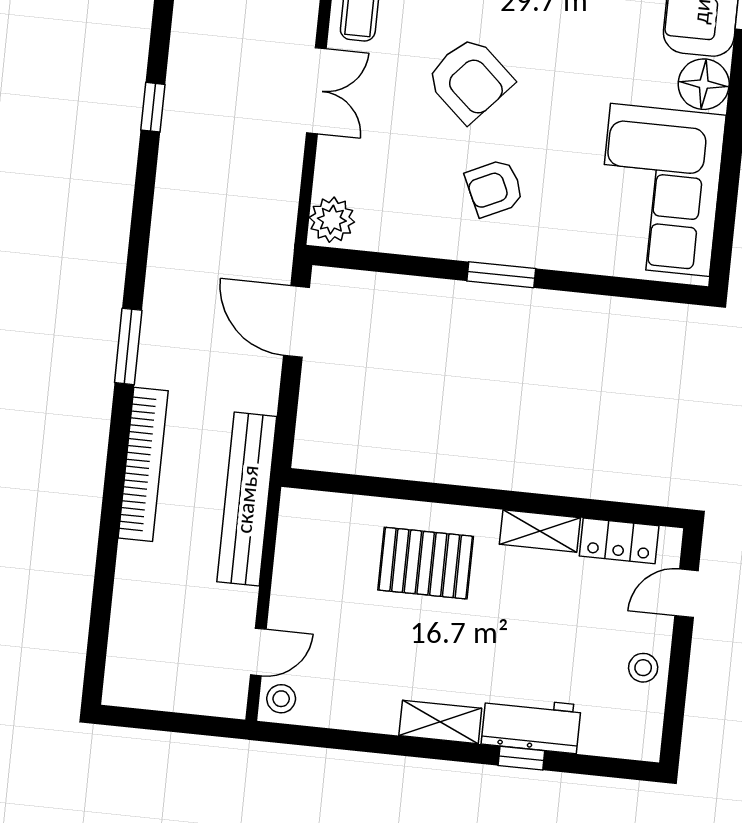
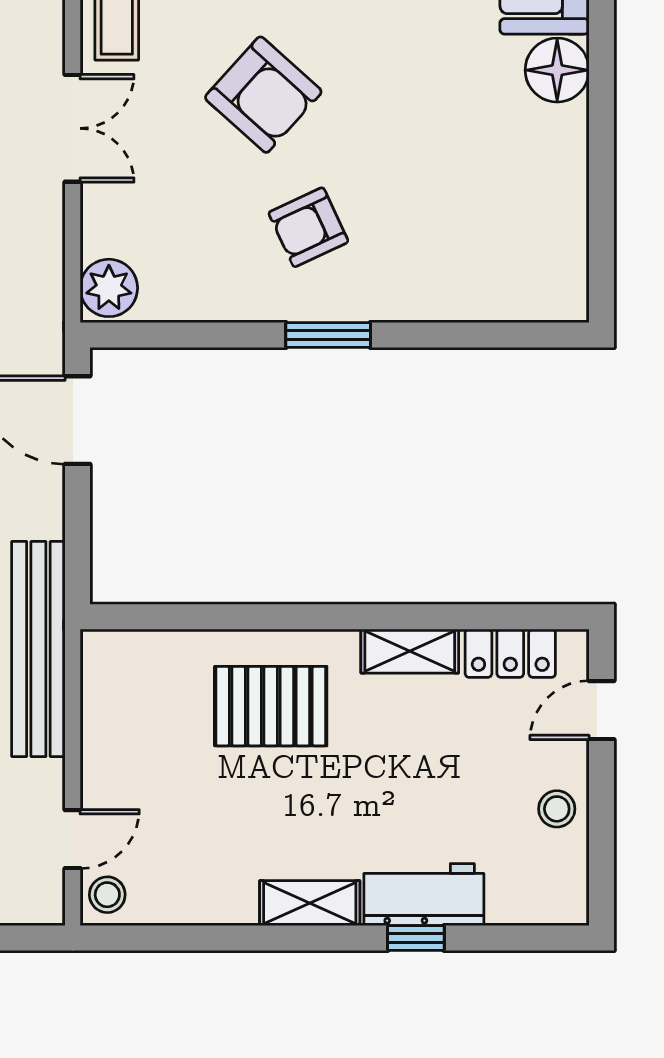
corner sofa: (660, 190) -> (516, 208), removed

